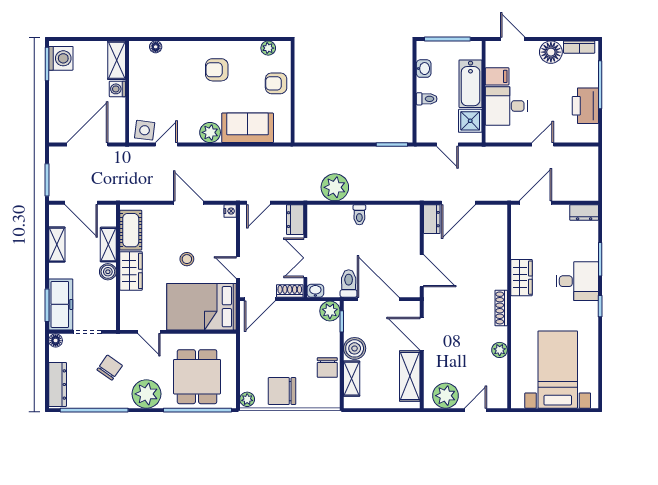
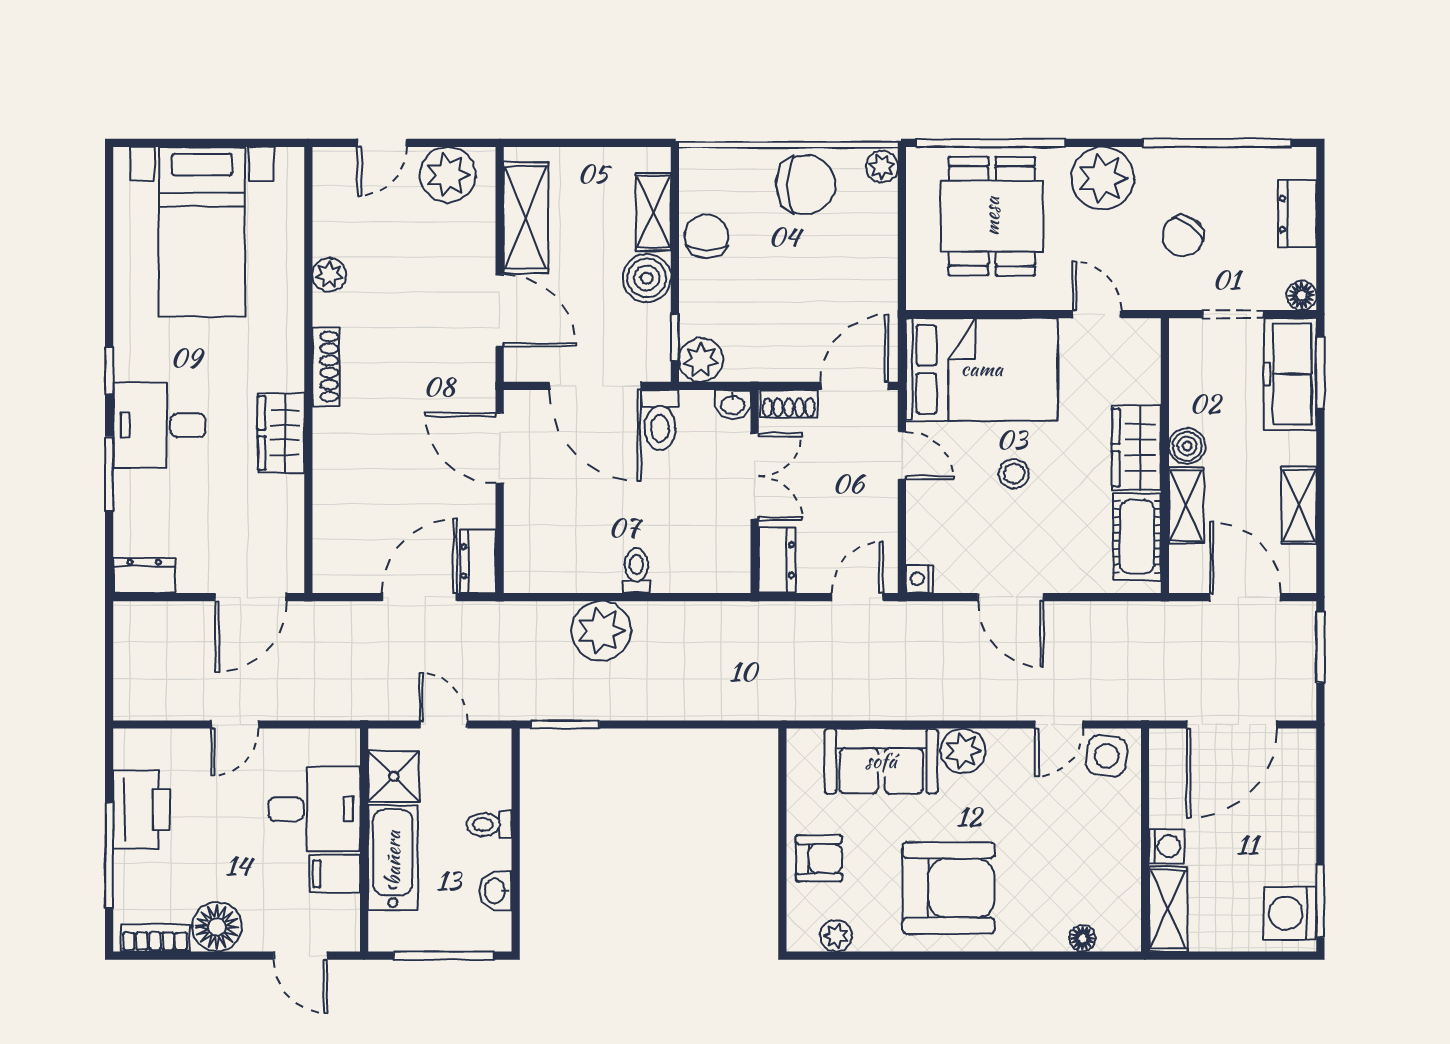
armchair: (217, 70) -> (949, 888), width x1.88, depth x1.88
plant: (335, 187) -> (601, 631), moved
dresser: (58, 384) -> (1297, 214), width x0.70

